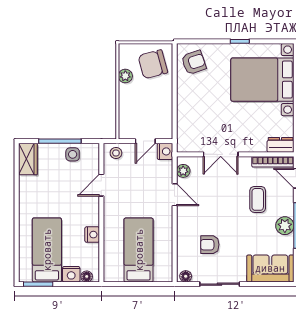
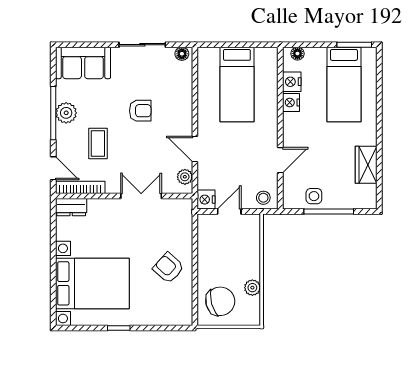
armchair: (194, 62) -> (168, 268), moved, turned 61
wardrobe: (28, 159) -> (366, 165), moved
armchair: (210, 245) -> (140, 111), moved
nightstand: (71, 274) -> (292, 82), moved, turned -90

